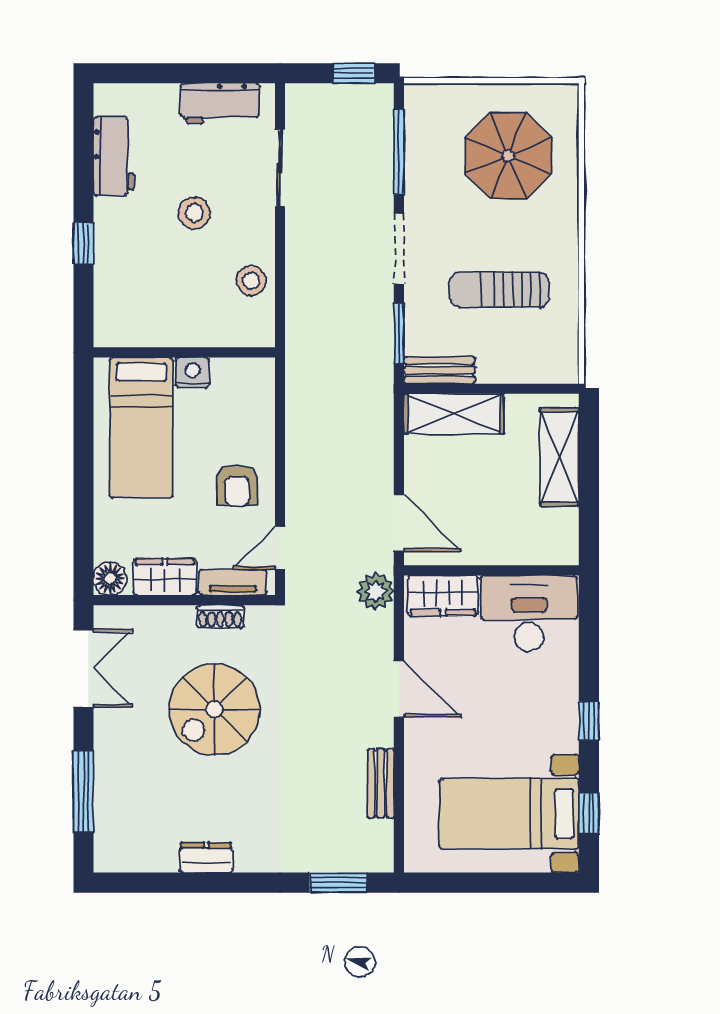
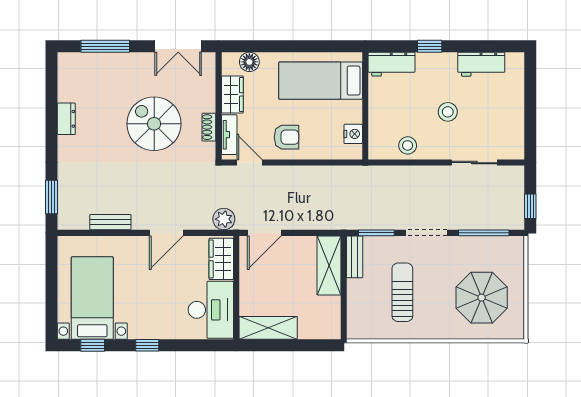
workbench: (220, 104) -> (391, 64), moved, turned -90
nightstand: (192, 373) -> (353, 134), moved
shelving: (559, 457) -> (268, 328), moved
armchair: (237, 485) -> (286, 137), turned 180
floor lamp: (110, 579) -> (249, 62), moved

